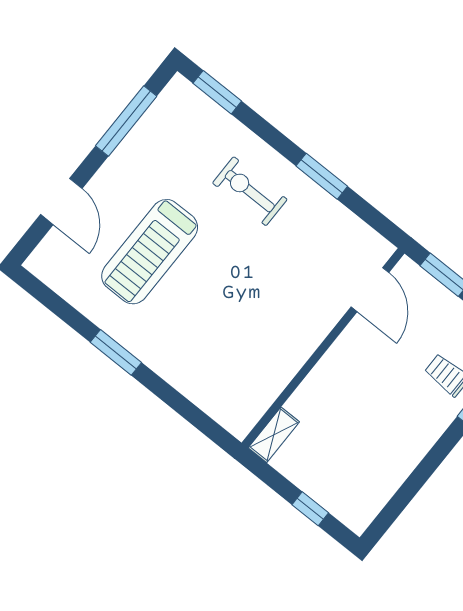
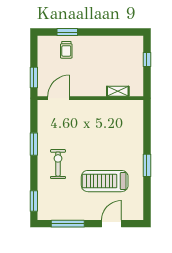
exercise bike: (250, 191) -> (58, 164), turned 180
treadmill: (150, 252) -> (105, 181), turned 180
shelving: (274, 435) -> (118, 91), moved

